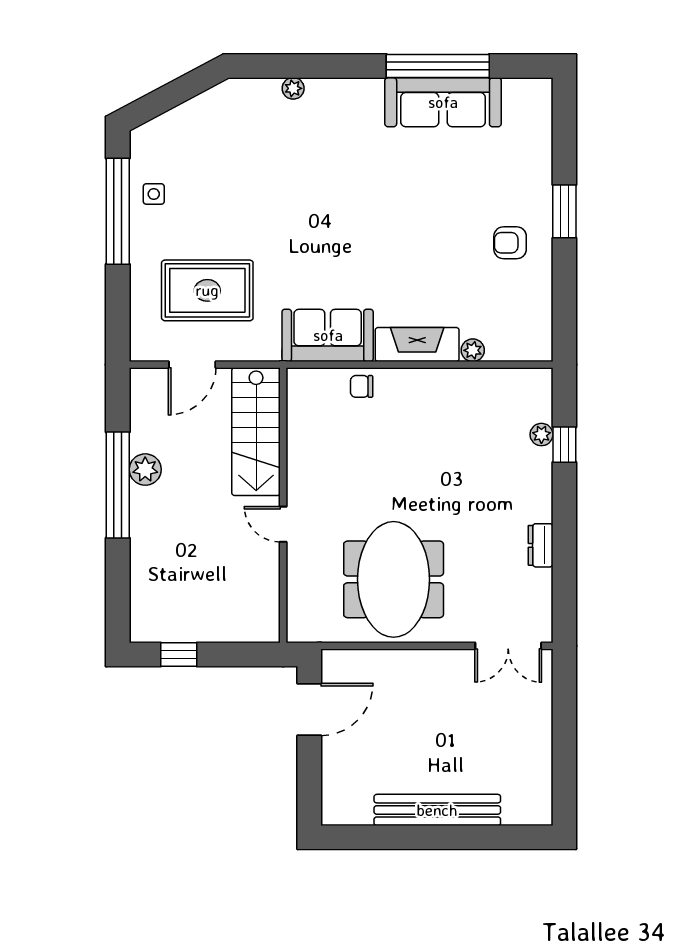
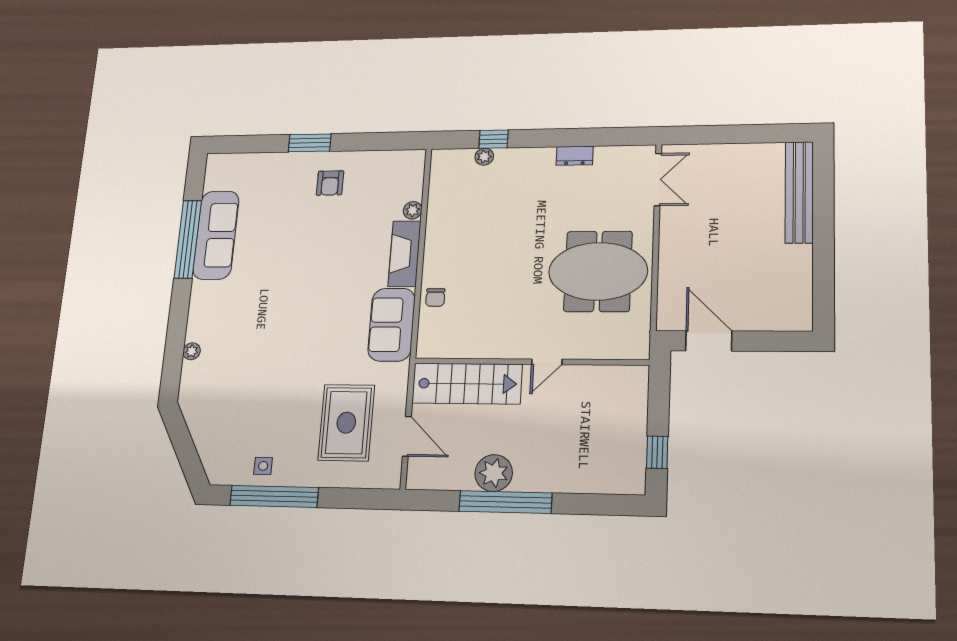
plant: (145, 470) -> (494, 473), width x1.36, depth x1.36
bench: (437, 810) -> (799, 192), moved

